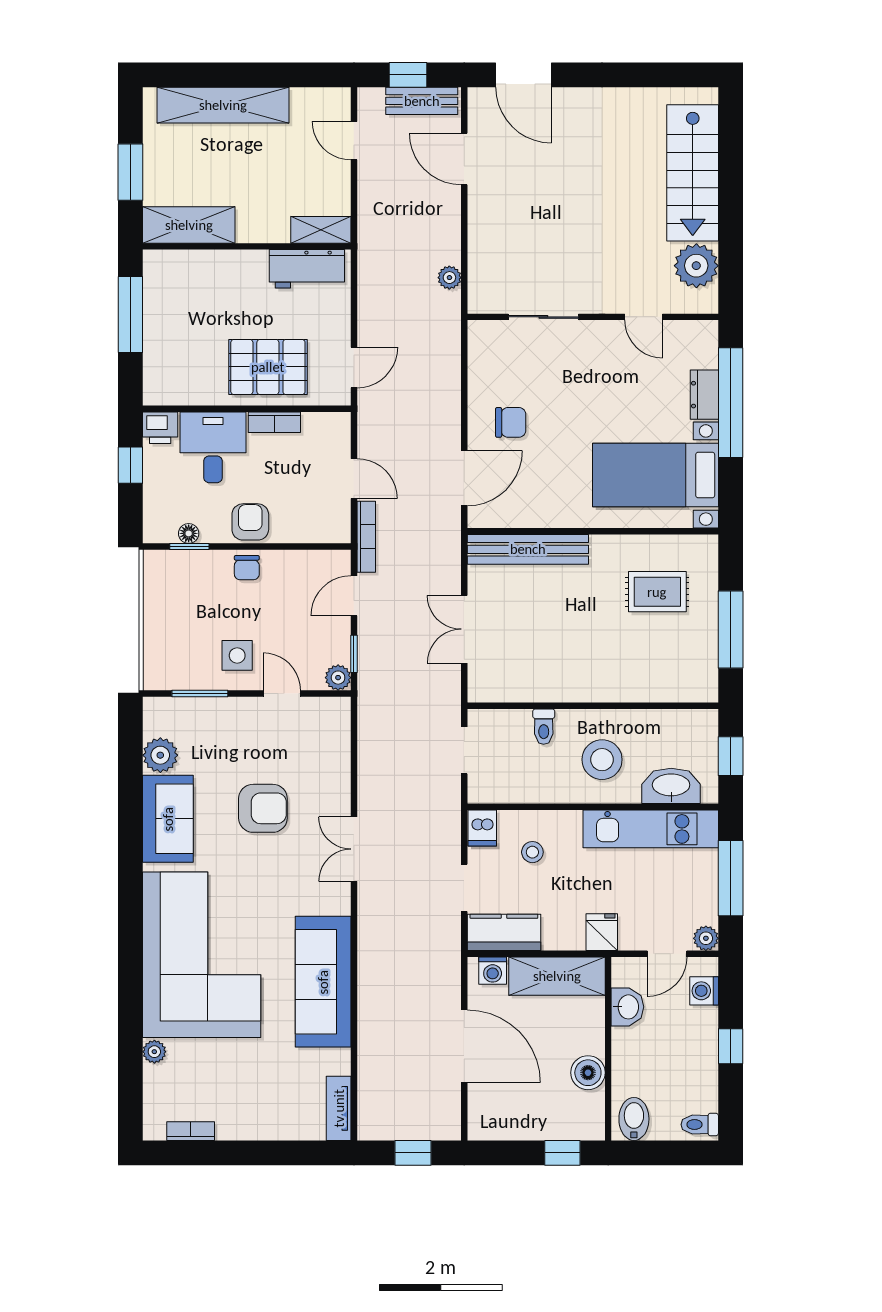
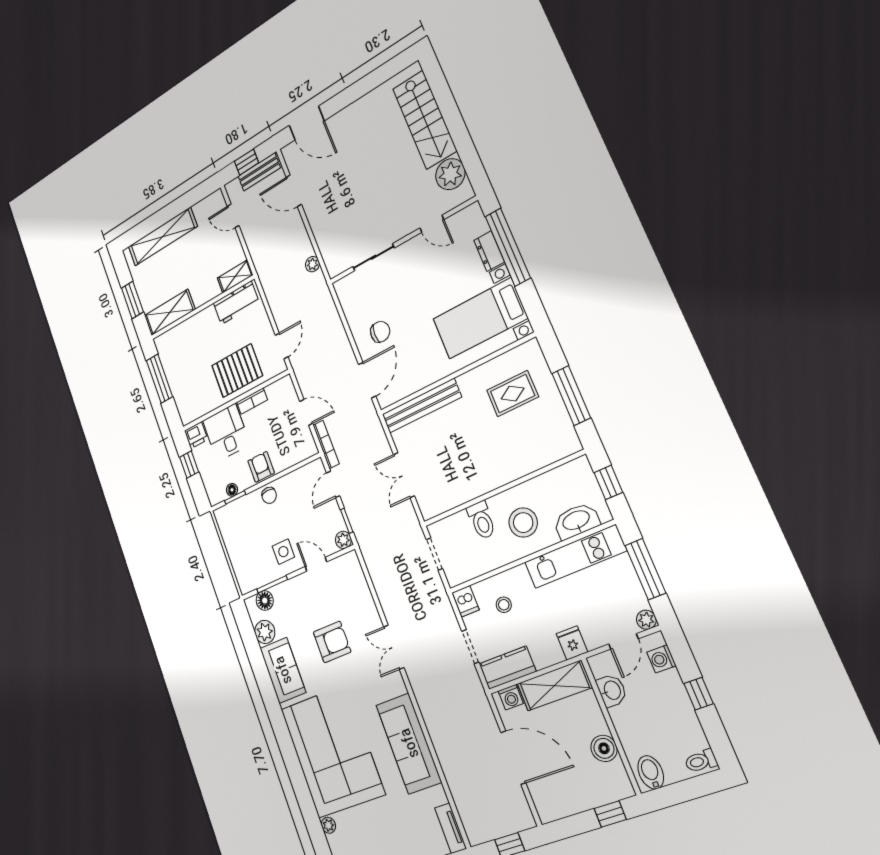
floor lamp: (178, 711) -> (265, 601), added
toilet: (544, 727) -> (481, 520), width x1.37, depth x1.39

